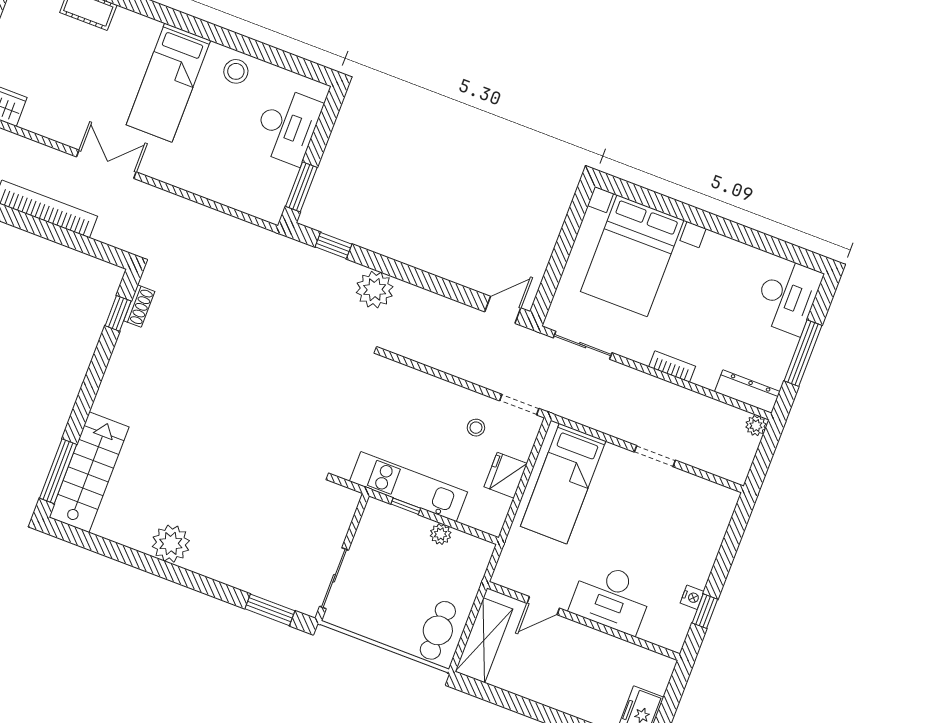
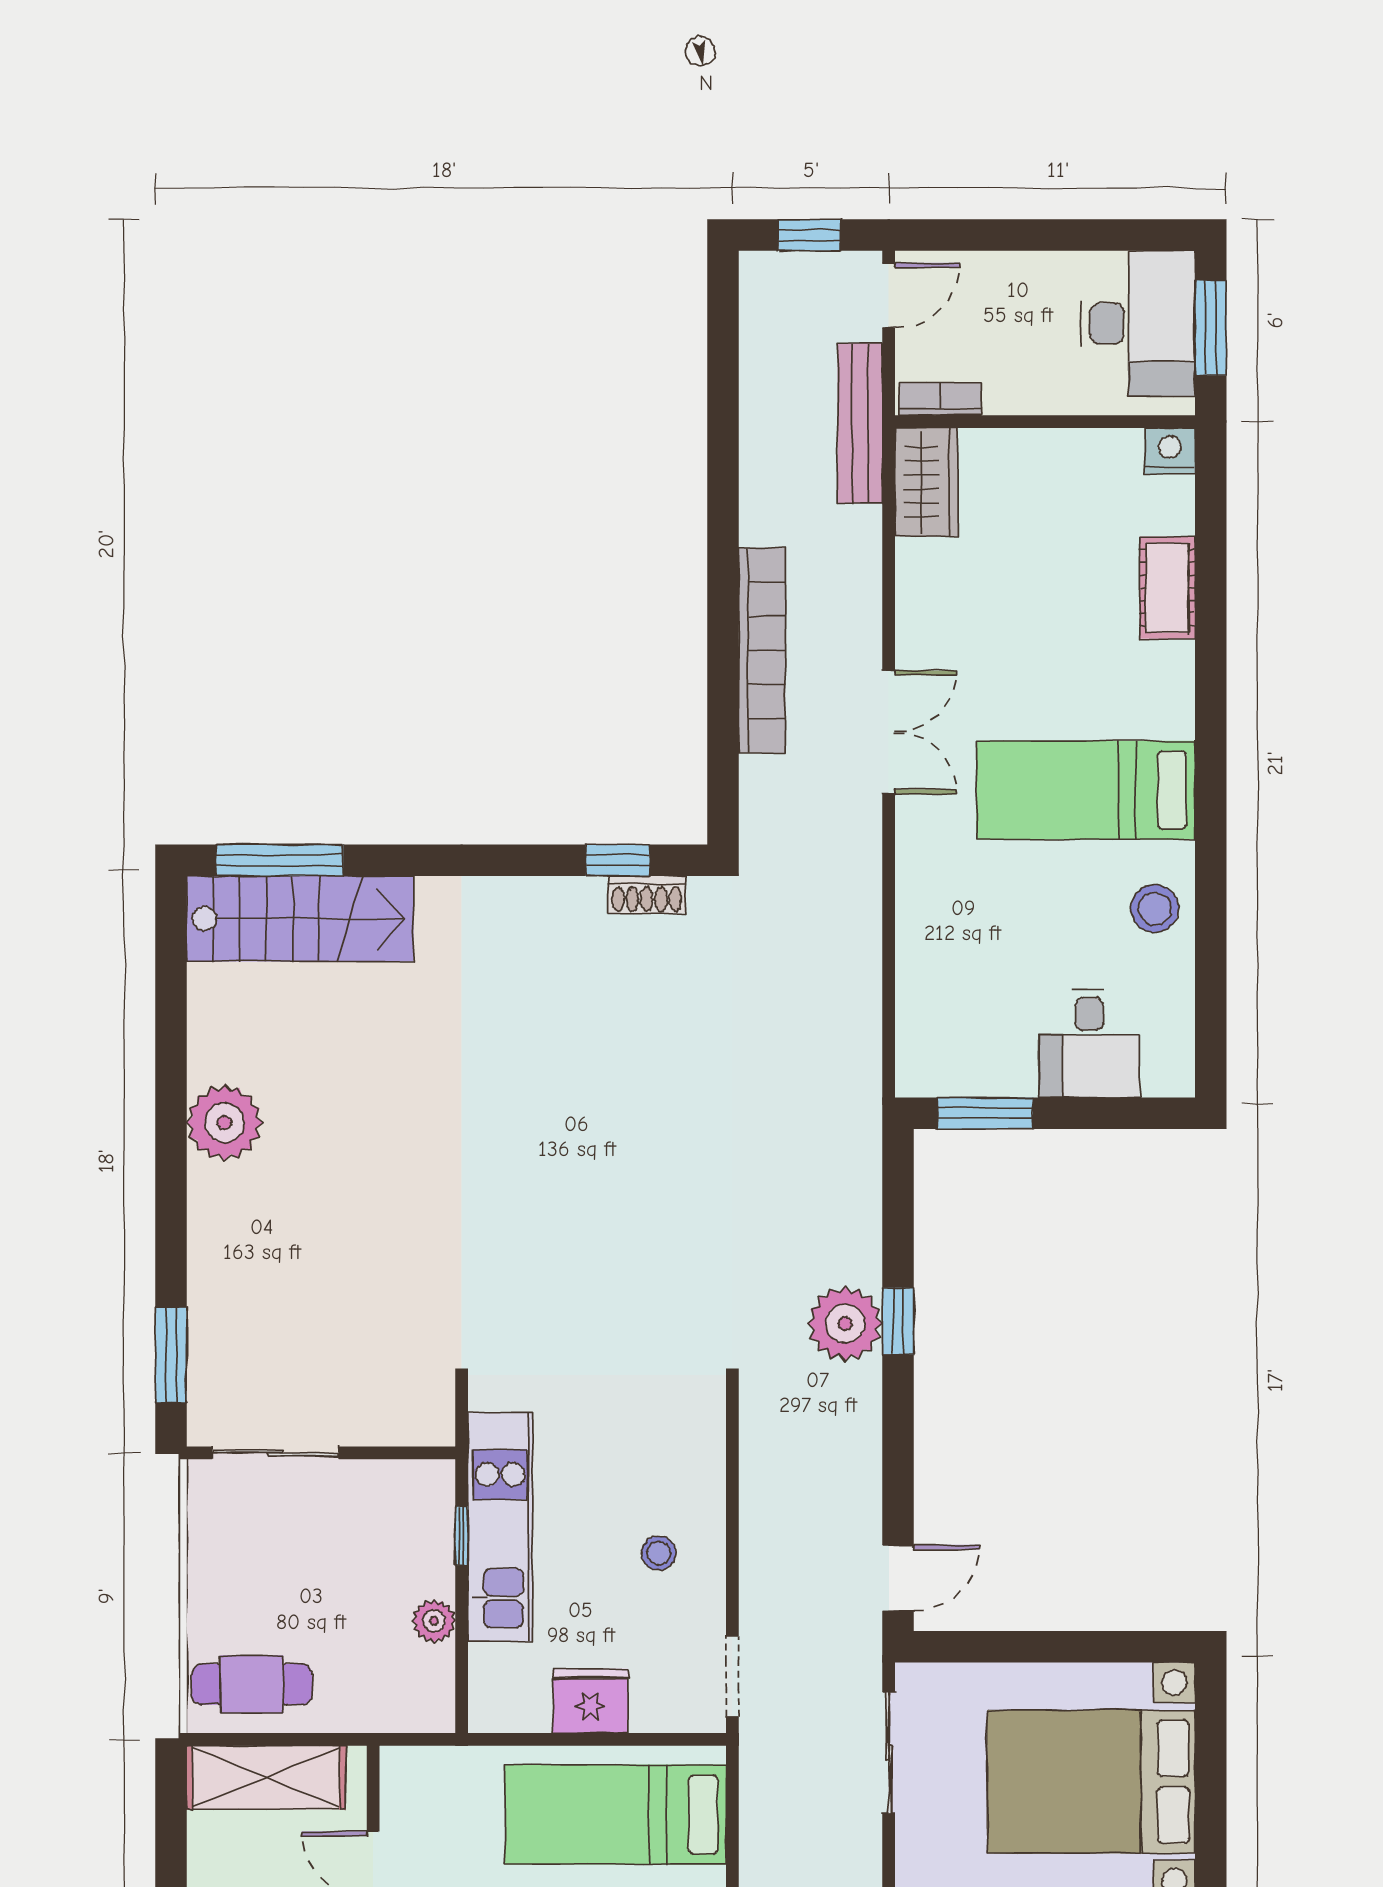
desk: (287, 126) -> (1089, 1043), width x0.73
window: (333, 246) -> (898, 1321), moved
door: (503, 310) -> (898, 1578), hinge flipped
stool: (476, 428) -> (659, 1553), moved

